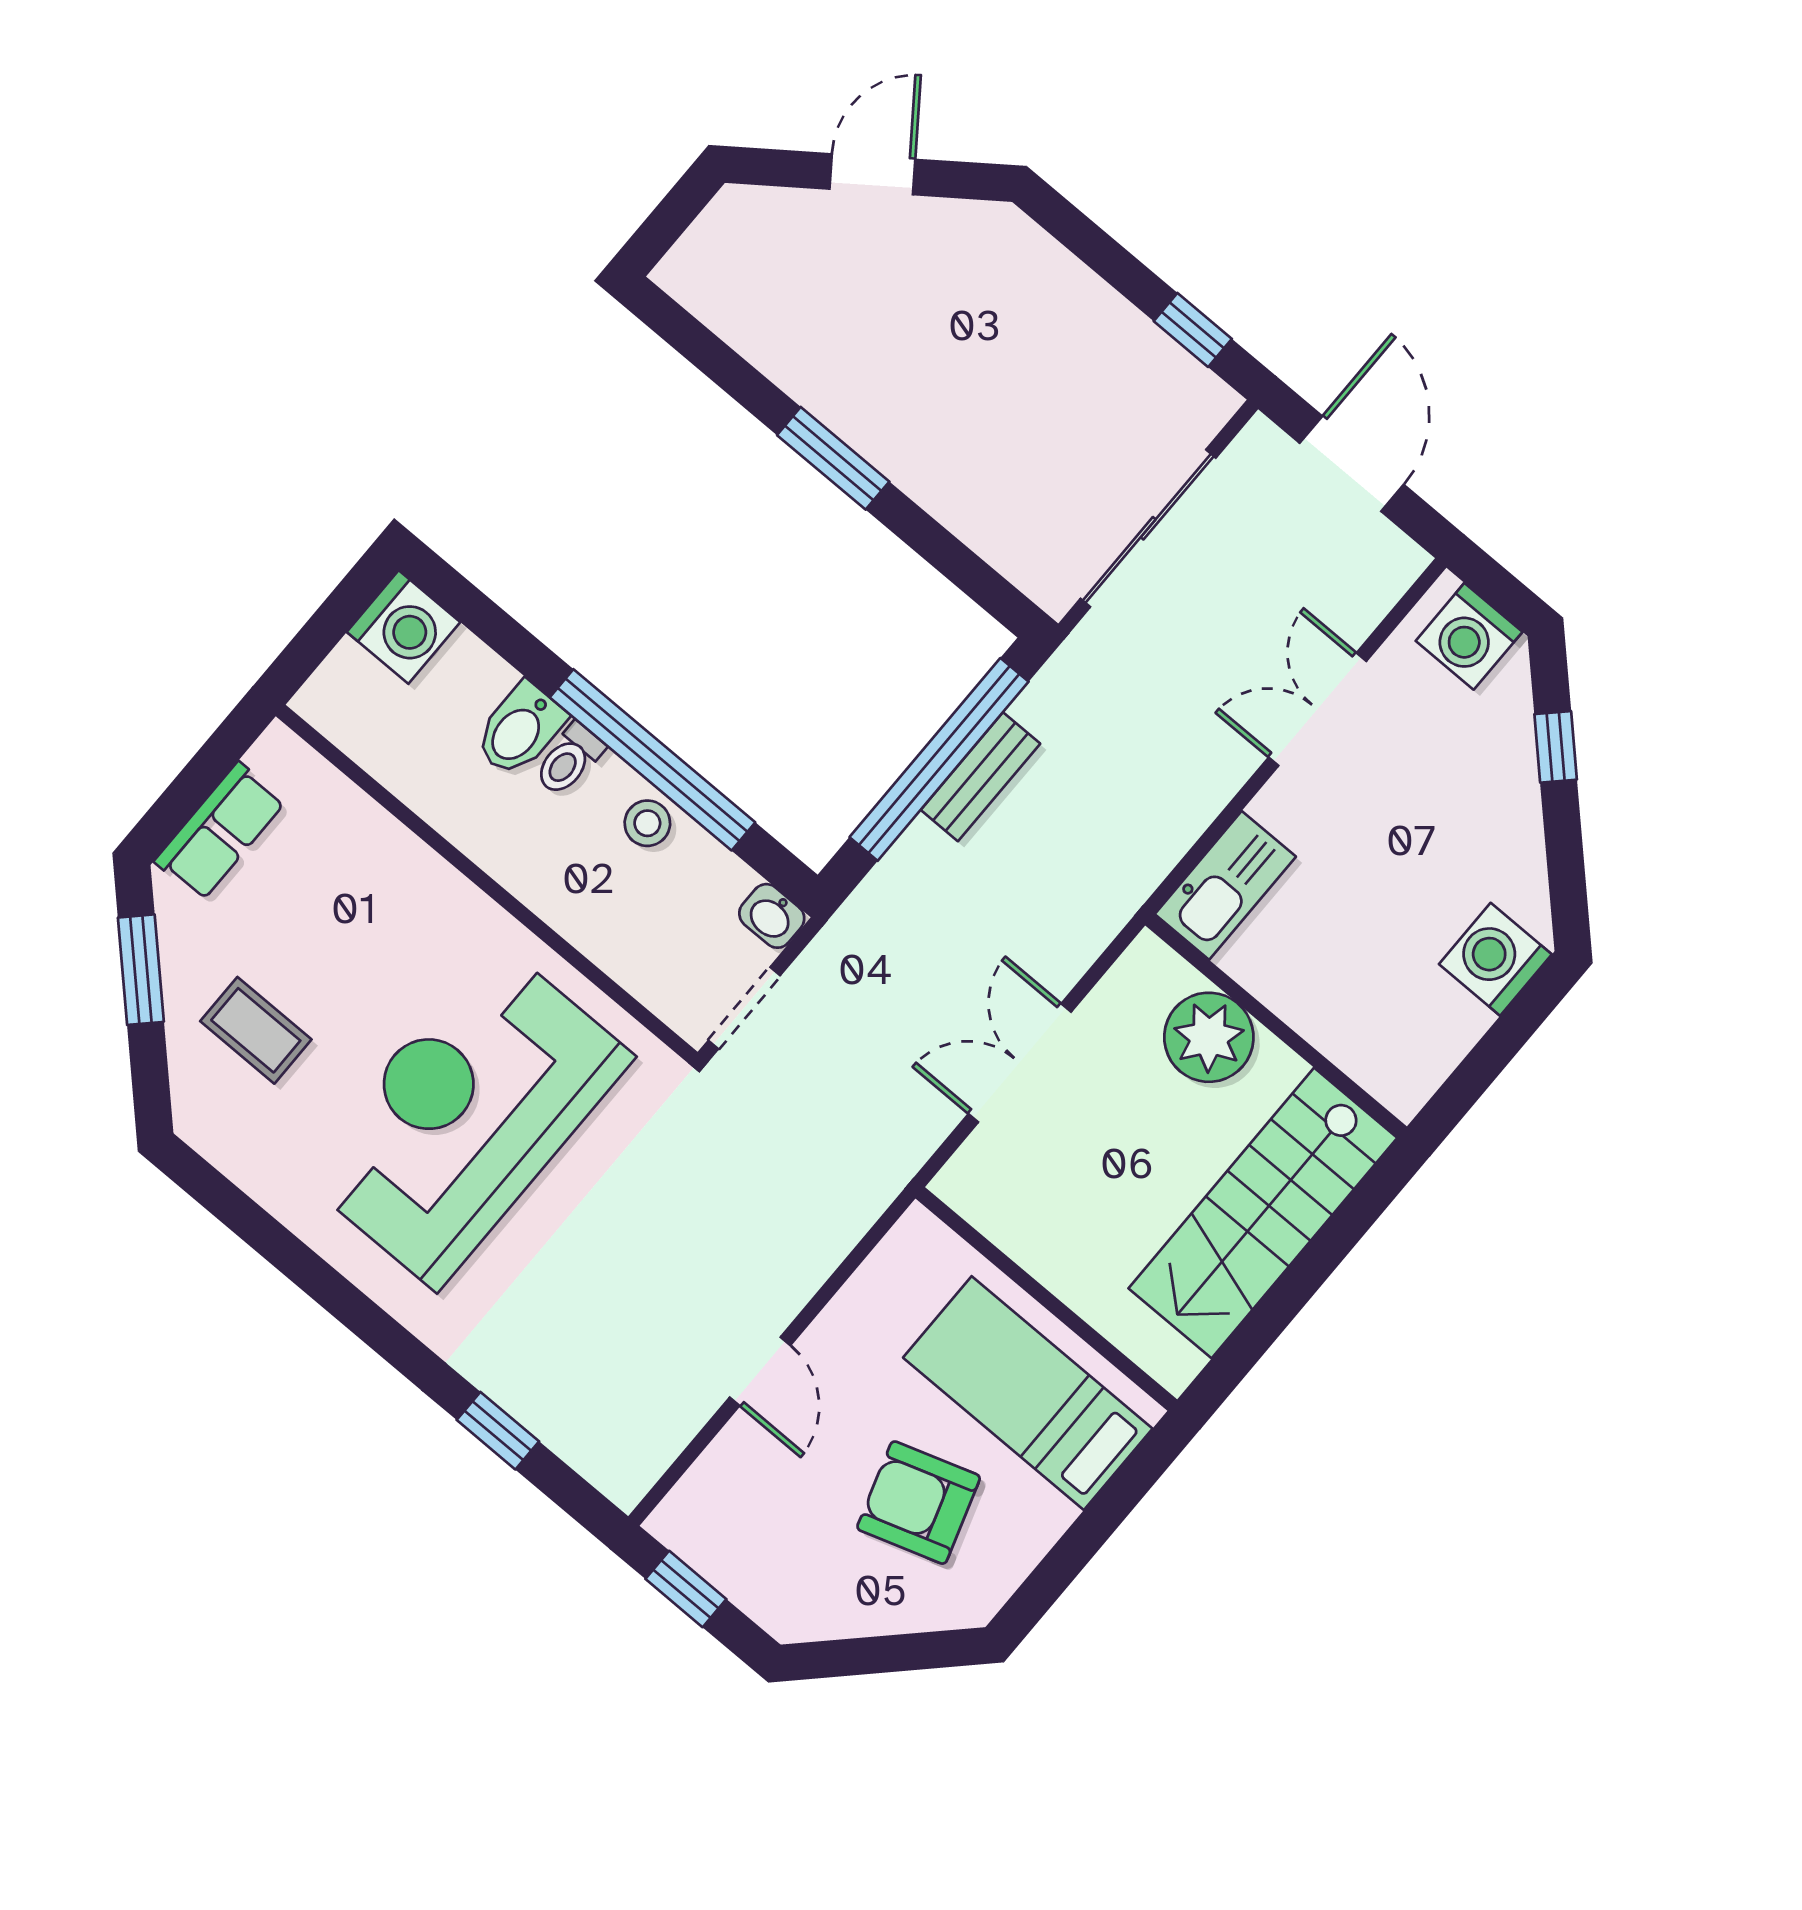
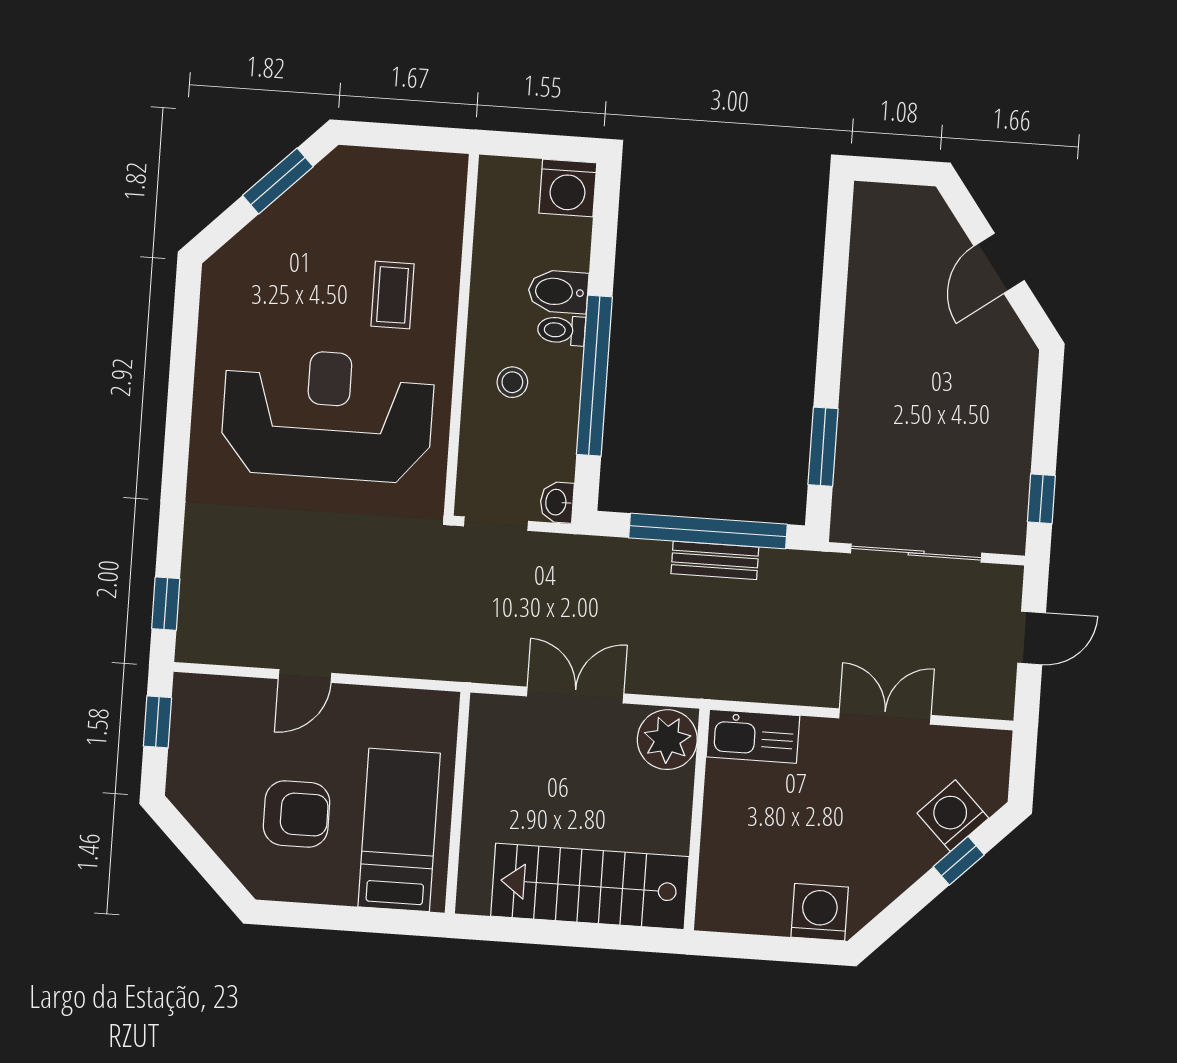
door: (872, 174) -> (999, 263), swing flipped
window: (833, 458) -> (823, 447), moved
door: (1352, 464) -> (1032, 638), width x0.73
washing machine: (1469, 636) -> (953, 816), moved, turned 45
stool: (647, 823) -> (512, 382), moved
row of seats: (220, 831) -> (384, 169), removed
coffee table: (256, 1030) -> (392, 295), moved
plant: (1209, 1037) -> (667, 740), moved
window: (498, 1431) -> (166, 604), moved
armchair: (919, 1503) -> (296, 814), turned 108

